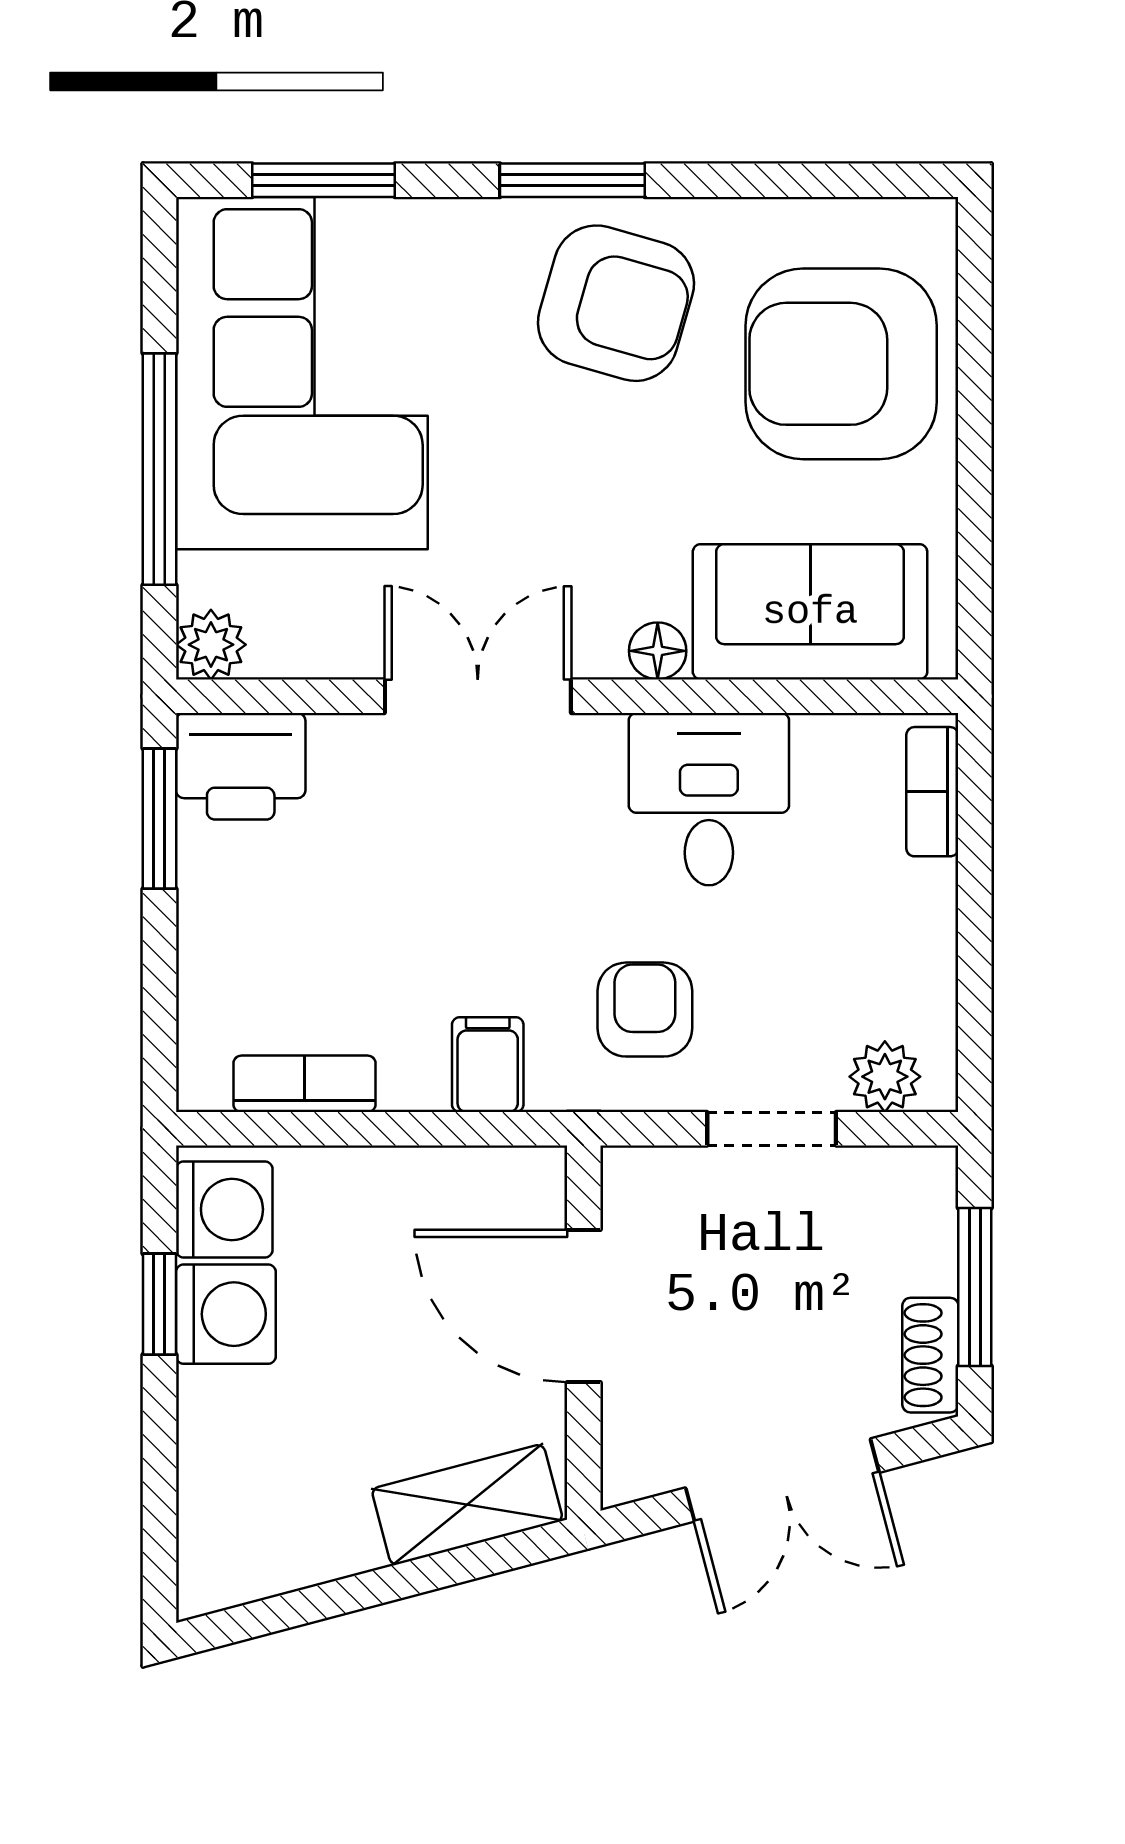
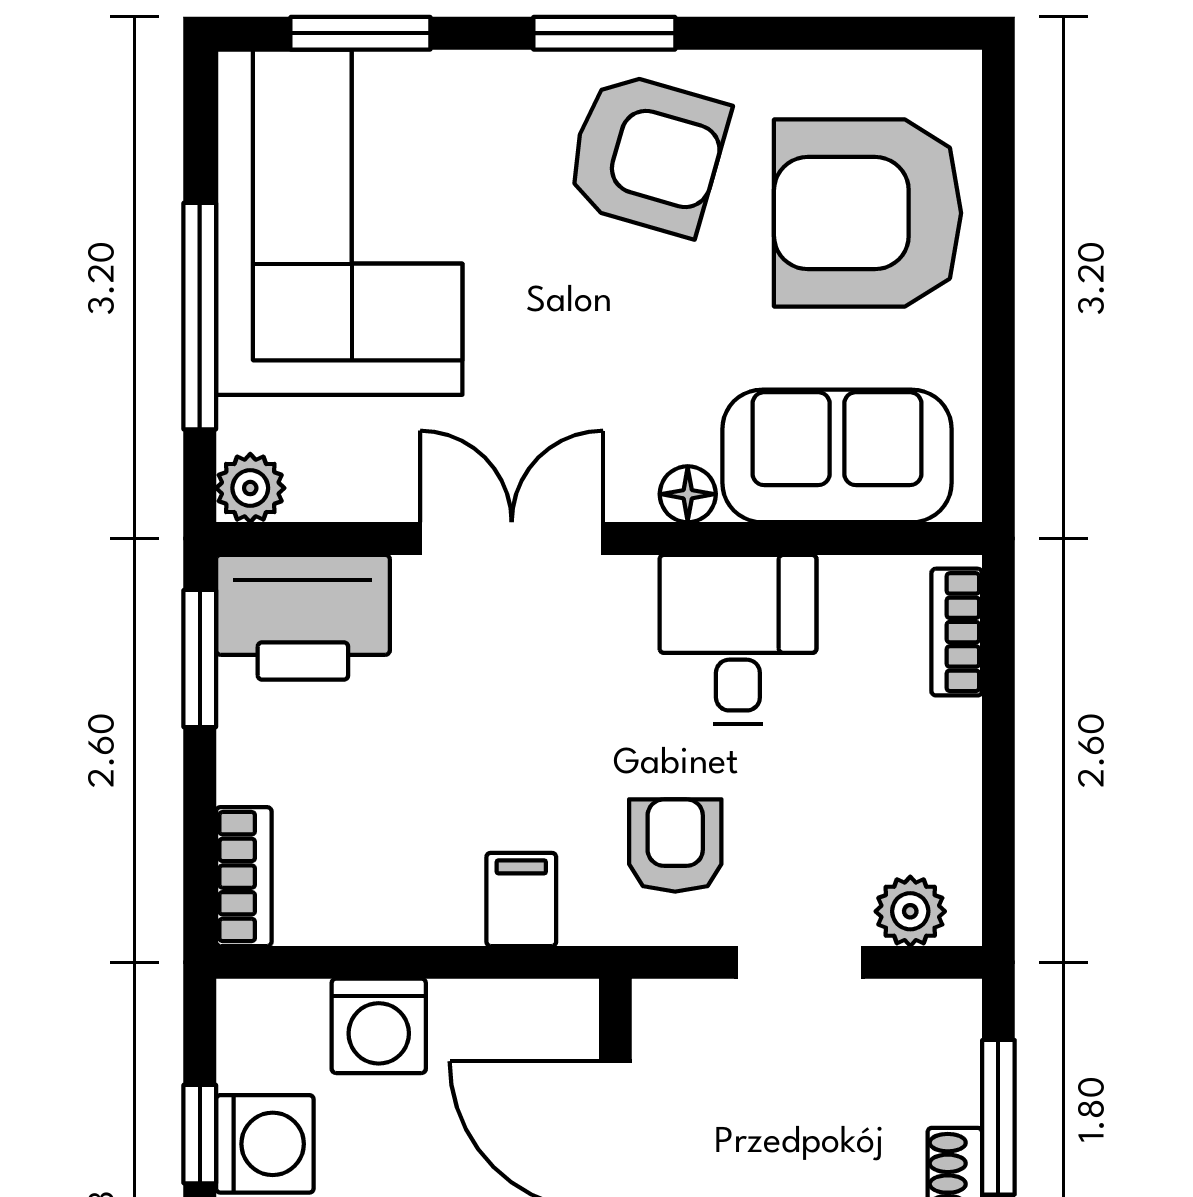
printer: (241, 766) -> (303, 617), width x1.37, depth x1.19
bookcase: (304, 1084) -> (244, 877), moved, turned 90
washing machine: (224, 1209) -> (379, 1026), moved, turned 90

